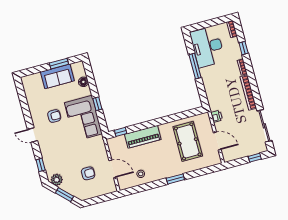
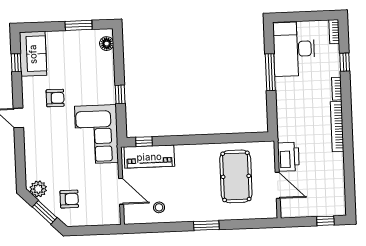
sofa: (57, 76) -> (33, 54), moved, turned -90
floor lamp: (83, 82) -> (107, 44), moved
printer: (217, 116) -> (288, 157), width x1.87, depth x1.48
corner sofa: (83, 118) -> (97, 134), moved
sliding door: (264, 126) -> (349, 179), removed
piano: (143, 137) -> (149, 157), moved
window: (41, 165) -> (16, 63), moved
armchair: (88, 173) -> (69, 199), moved

